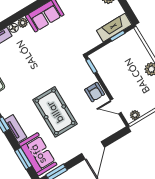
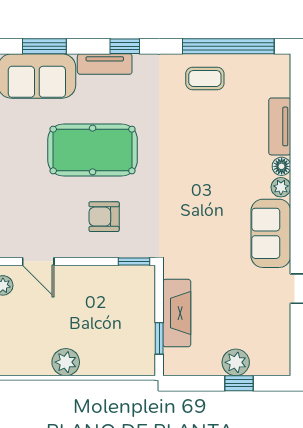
fireplace: (114, 28) -> (177, 313), moved
armchair: (95, 92) -> (104, 217), moved
door: (116, 106) -> (38, 261), swing flipped

